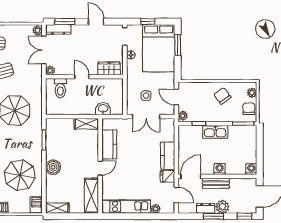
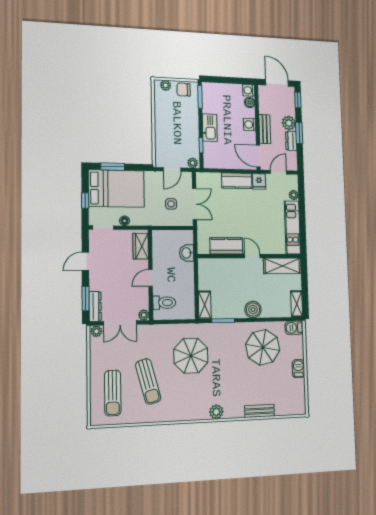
chair: (222, 96) -> (170, 118), removed
shelving: (86, 124) -> (205, 305), moved
boiler: (240, 170) -> (250, 102), added

